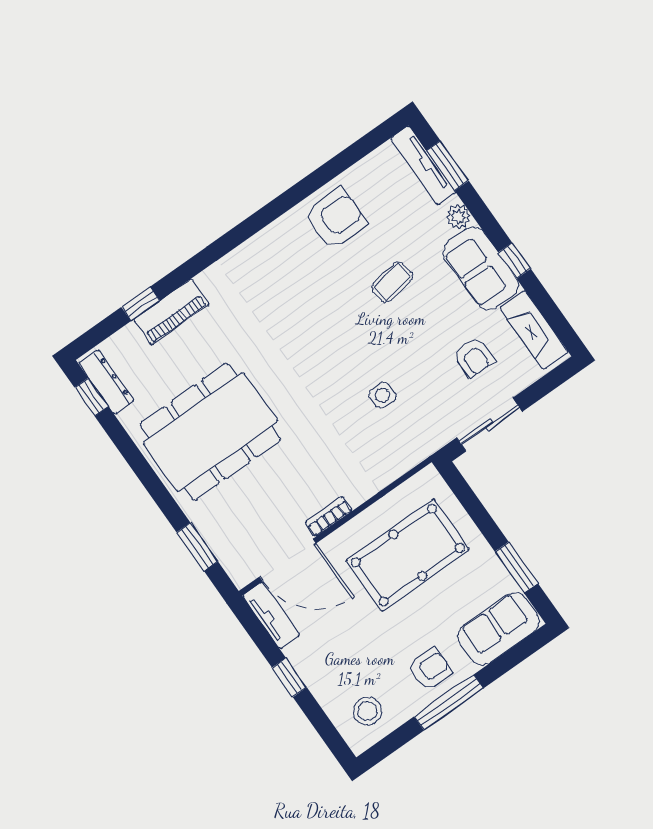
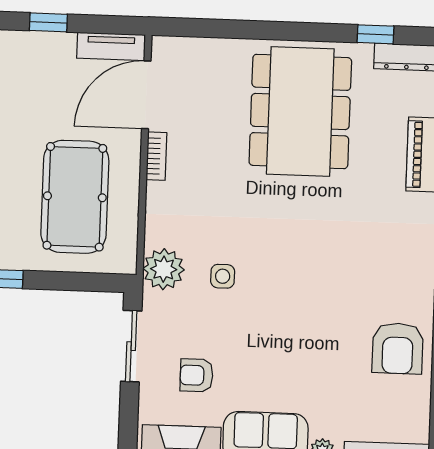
coffee table: (392, 282) -> (310, 355), removed
window: (92, 397) -> (376, 34), moved
plant: (411, 445) -> (164, 269), added
window: (197, 547) -> (214, 28), removed

